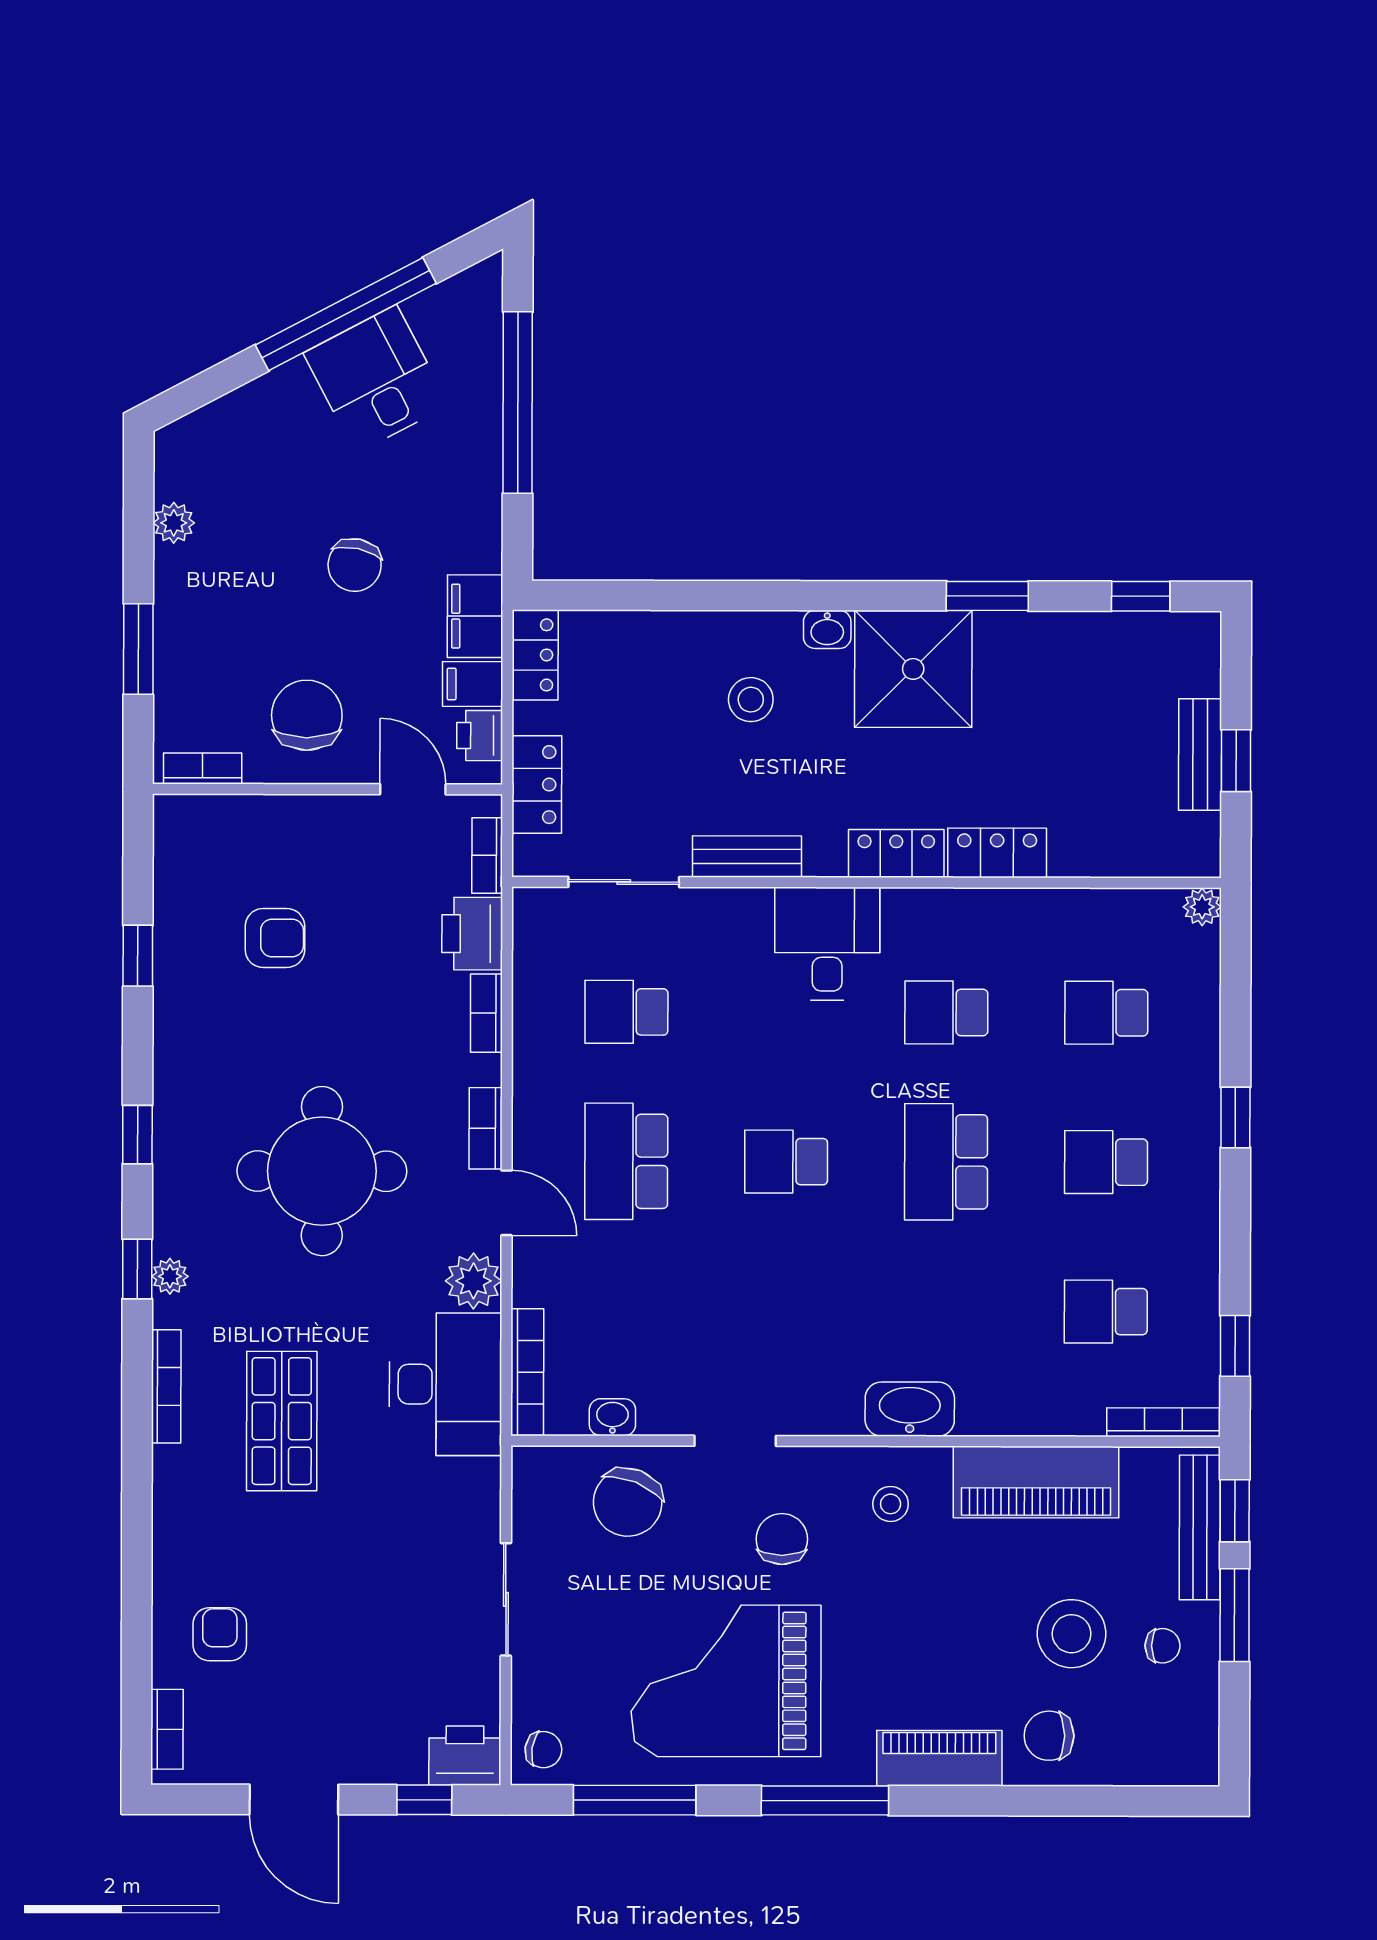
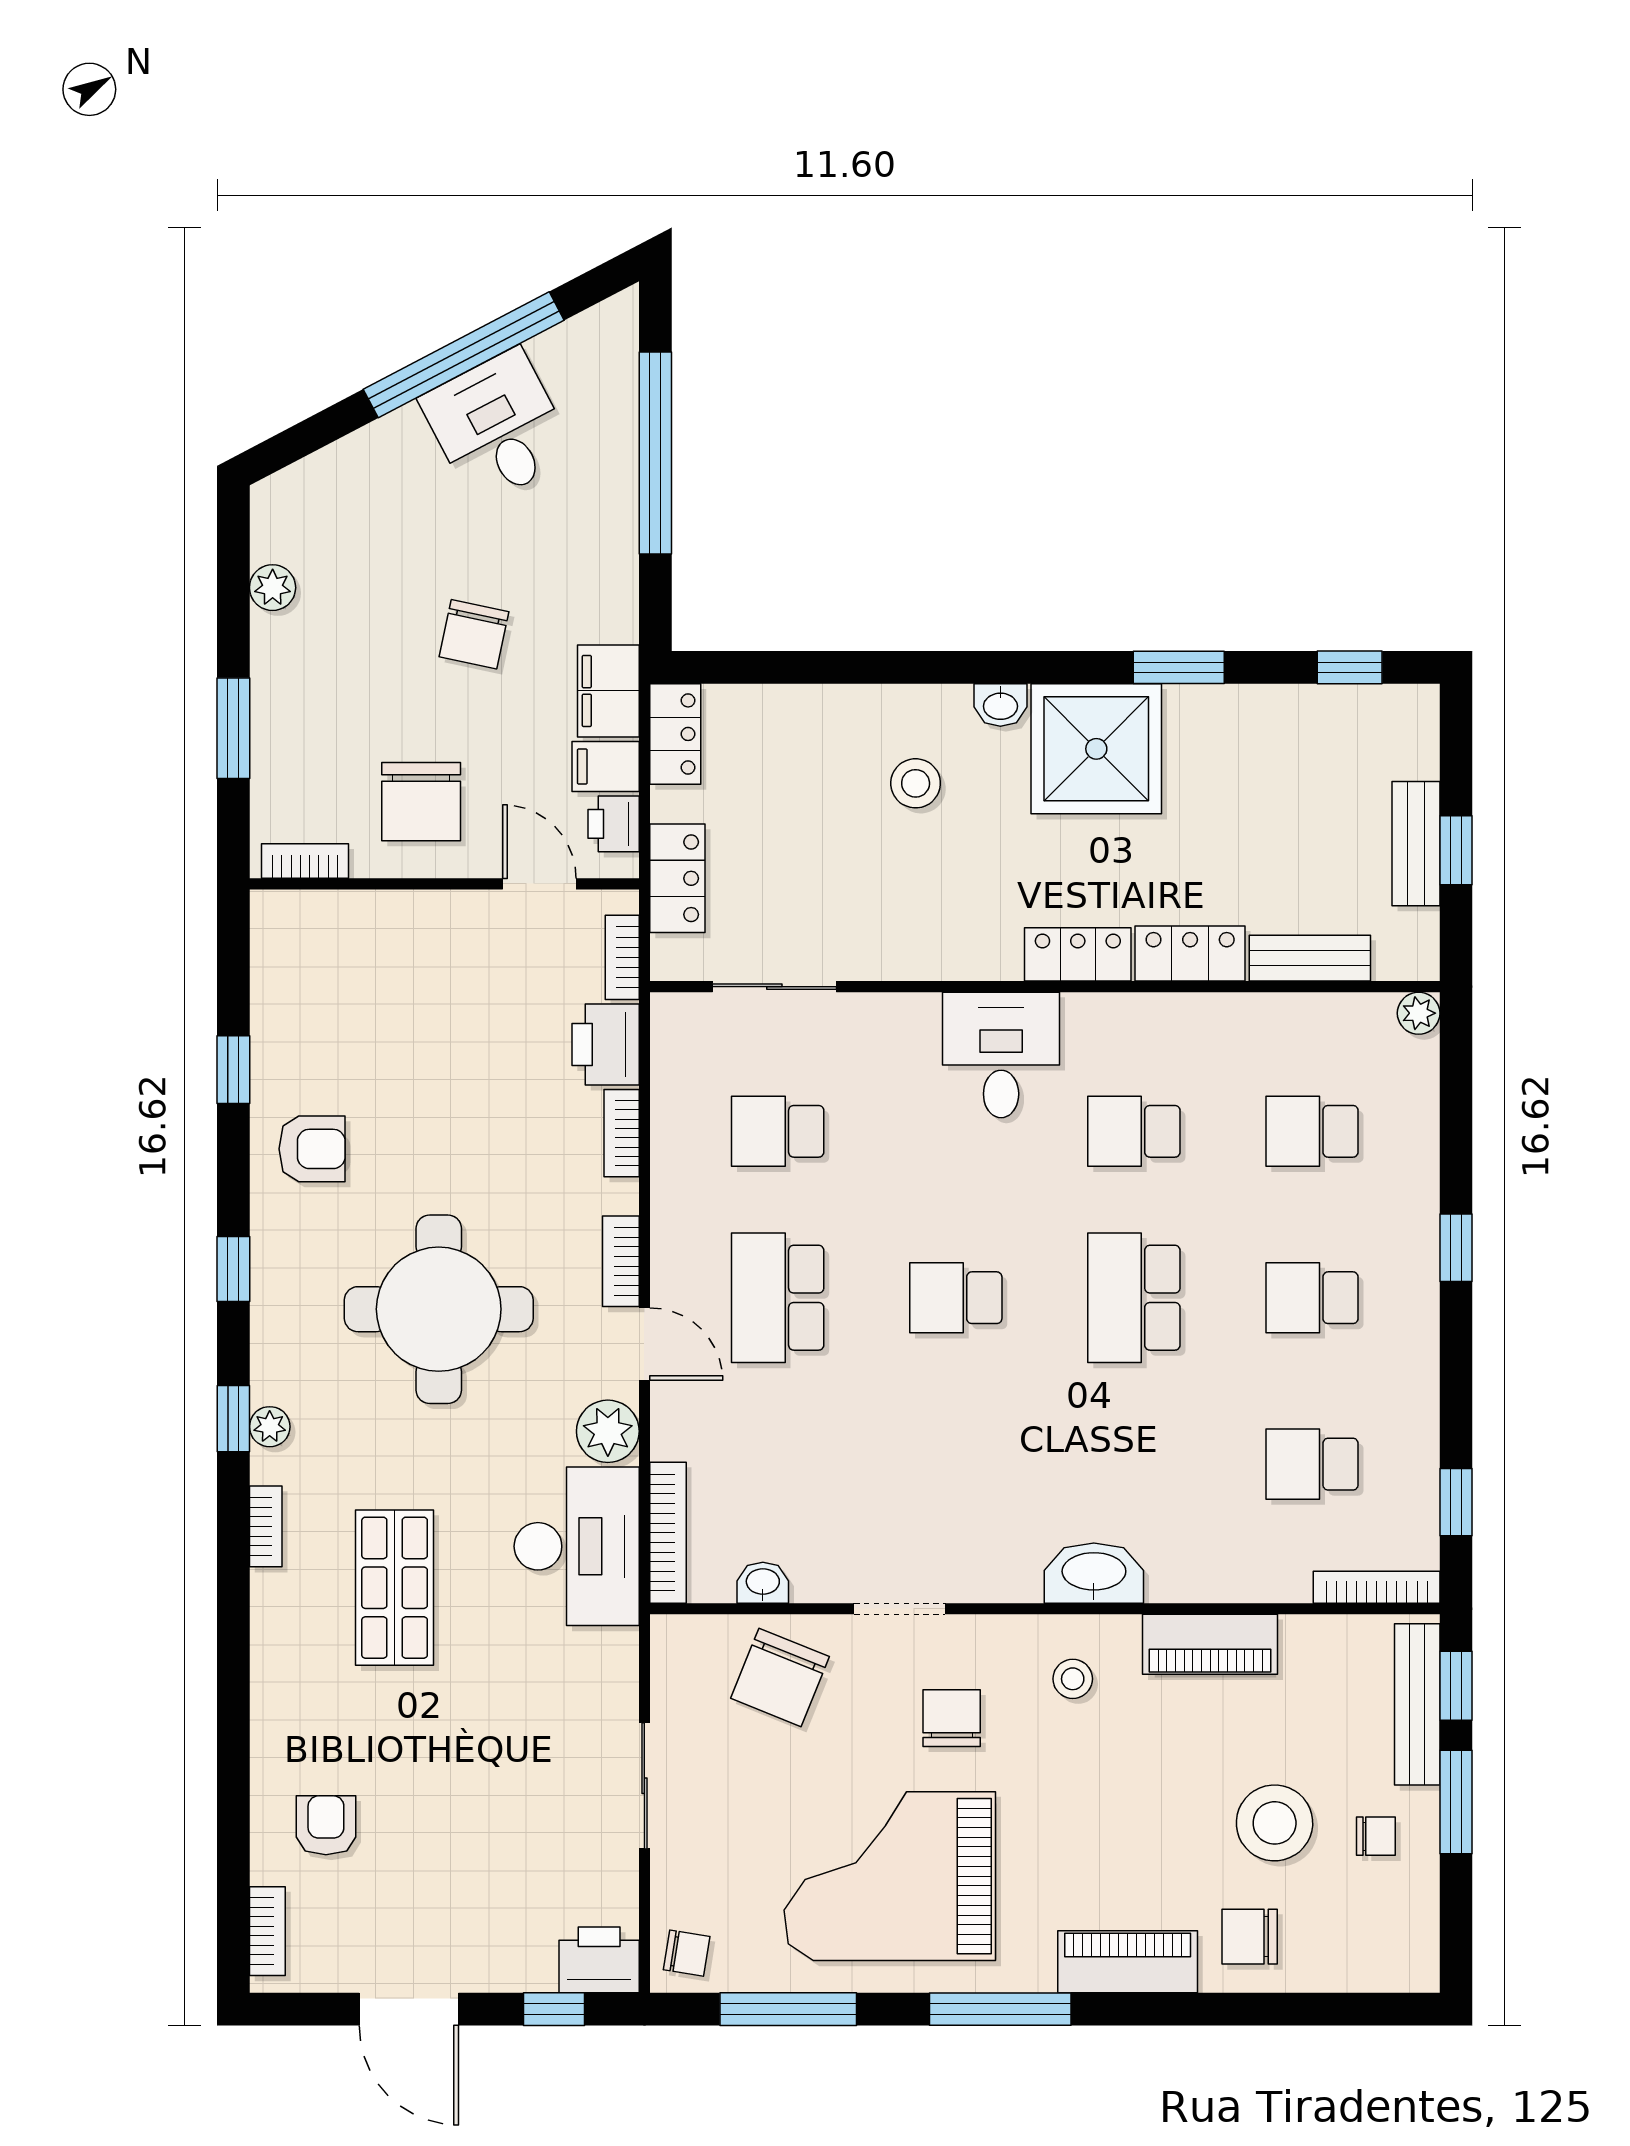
chair: (307, 715) -> (421, 802), turned 180
bench: (747, 857) -> (1310, 958), moved
armchair: (275, 938) -> (312, 1149), moved
bookcase: (166, 1386) -> (266, 1526), width x0.64
piano: (1036, 1482) -> (1210, 1644), width x0.73, depth x0.75

